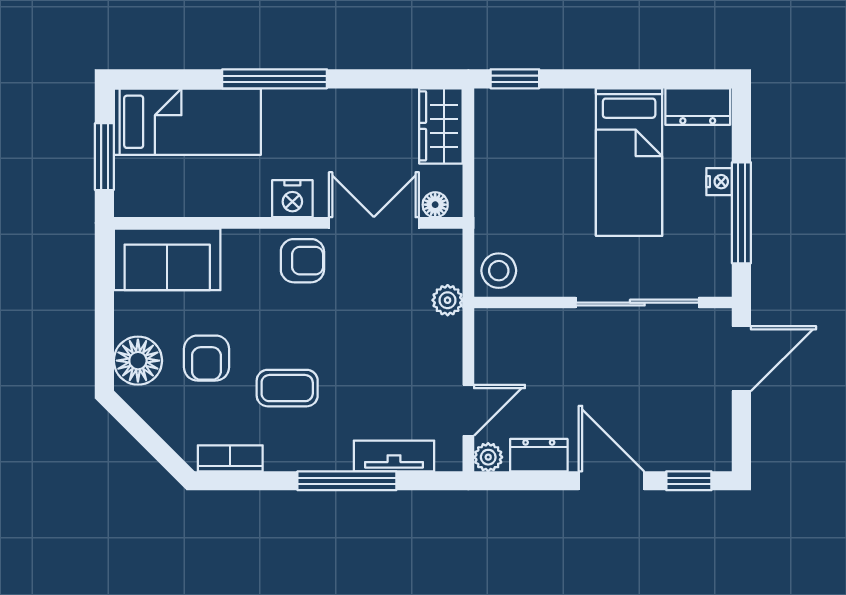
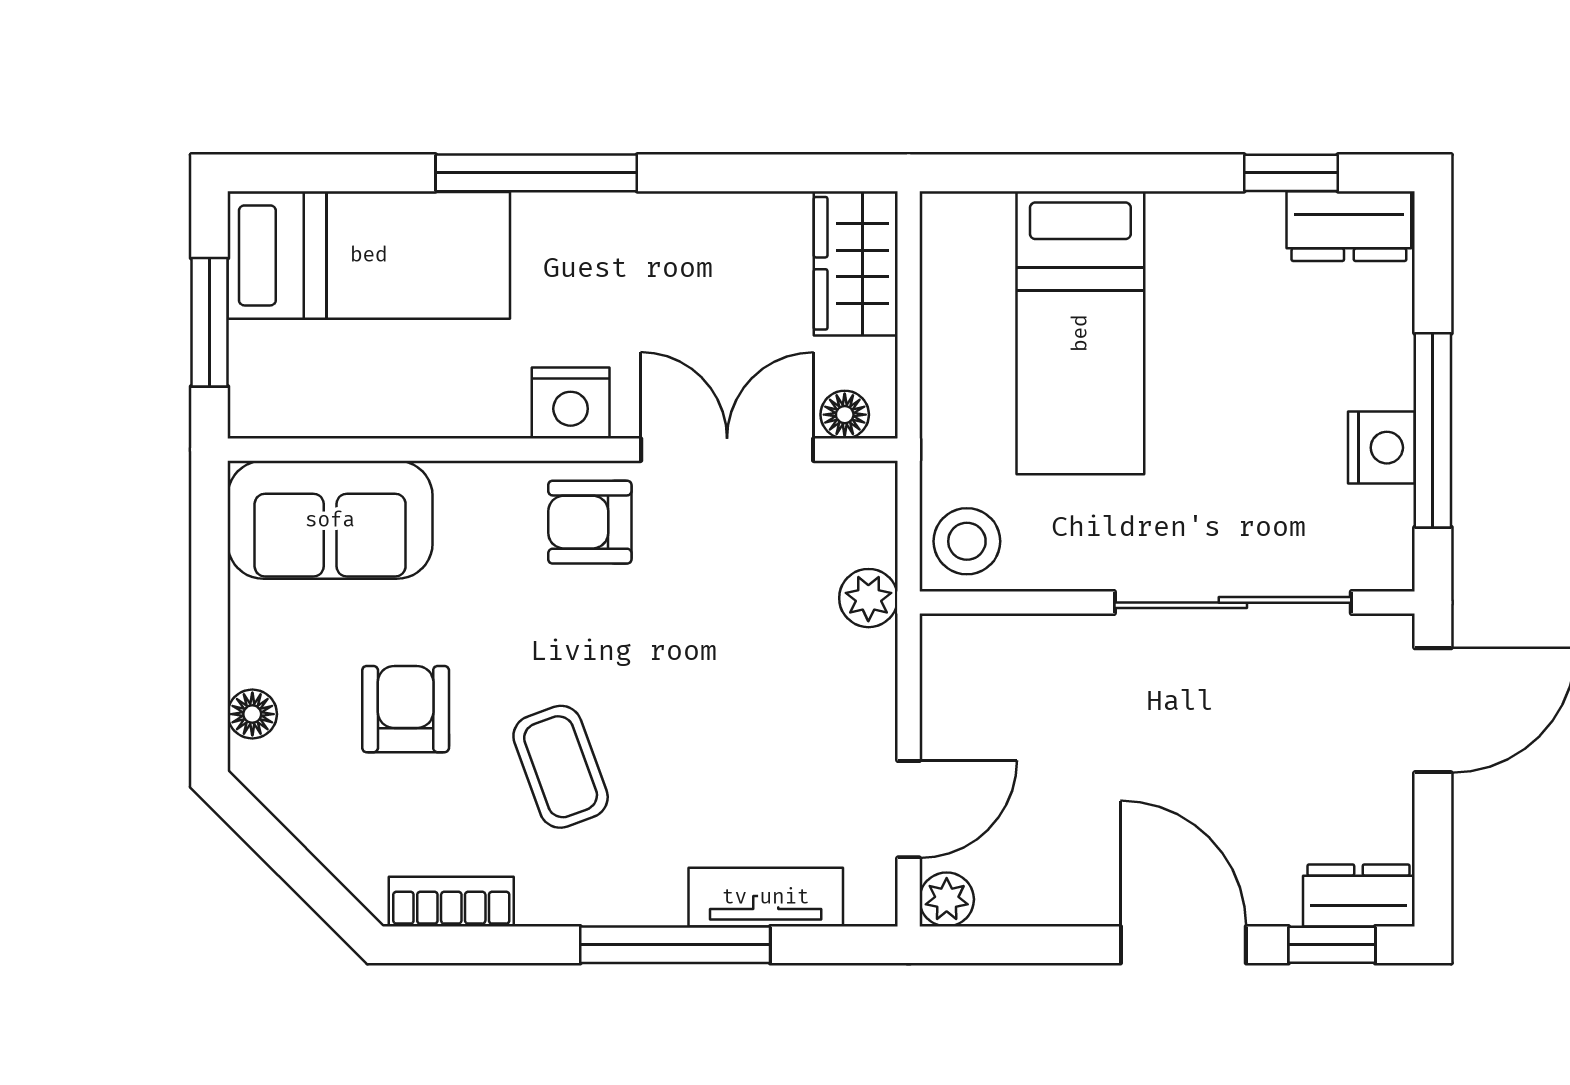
window: (515, 79) -> (1291, 173), moved
bed: (629, 162) -> (1080, 333), moved
nightstand: (719, 182) -> (1381, 448), moved, width x1.39, depth x1.35
armchair: (302, 261) -> (590, 522), turned 180
armchair: (206, 358) -> (406, 709), turned 180
floor lamp: (138, 361) -> (252, 714), width x0.53, depth x0.53
coffee table: (287, 388) -> (561, 767), turned 70
dresser: (539, 455) -> (1358, 895), moved

